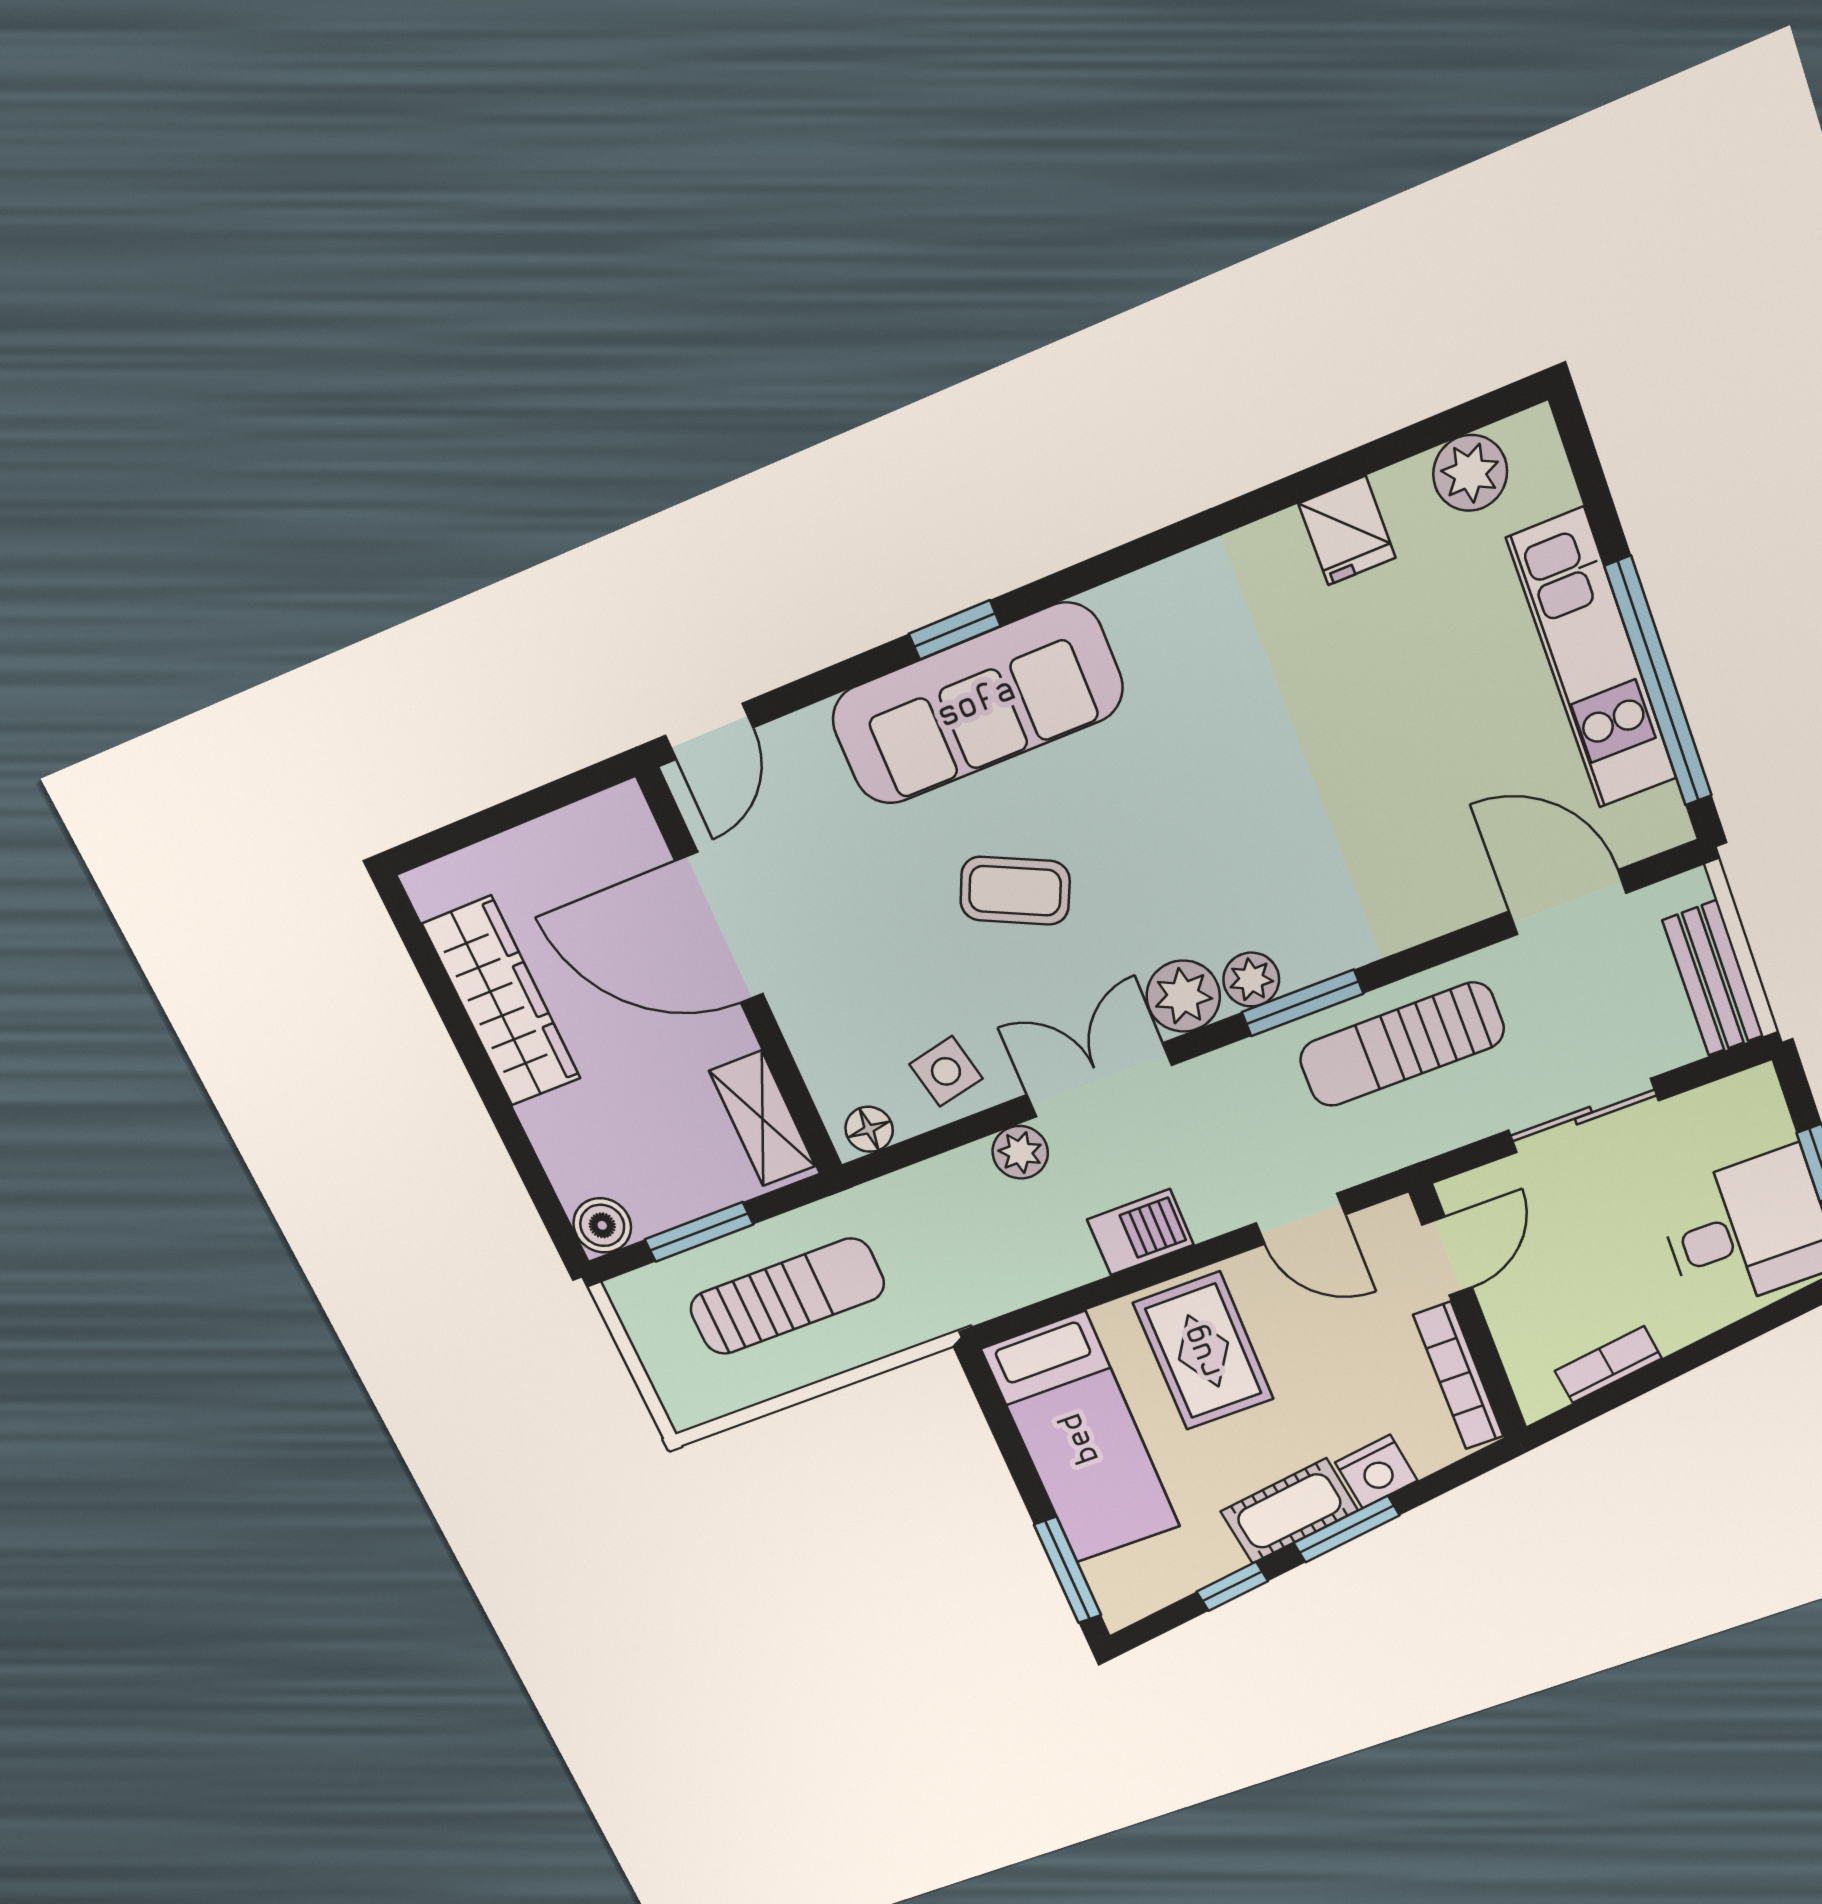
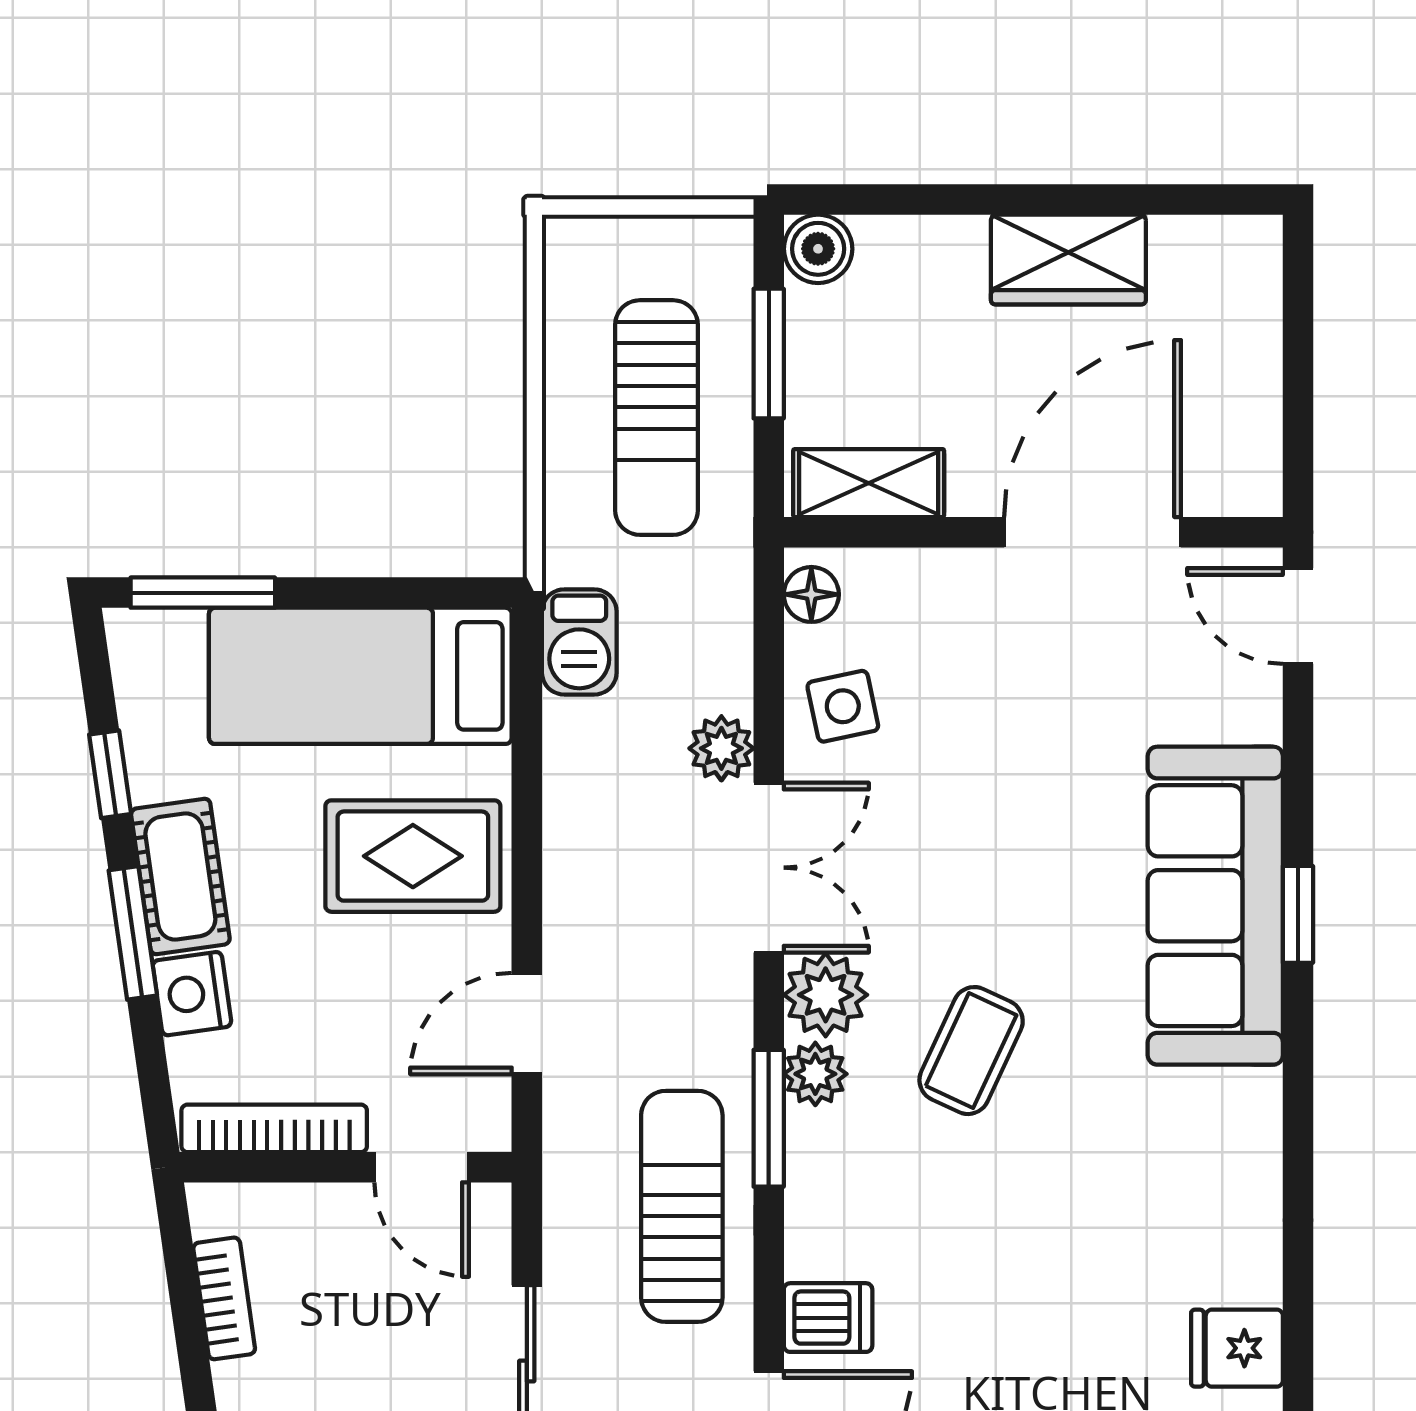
coffee table: (1015, 891) -> (971, 1051), moved
dishwasher: (1450, 892) -> (828, 1318), added
wardrobe: (502, 1001) -> (1068, 260), width x0.67
barbecue: (1140, 1232) -> (579, 642), moved

